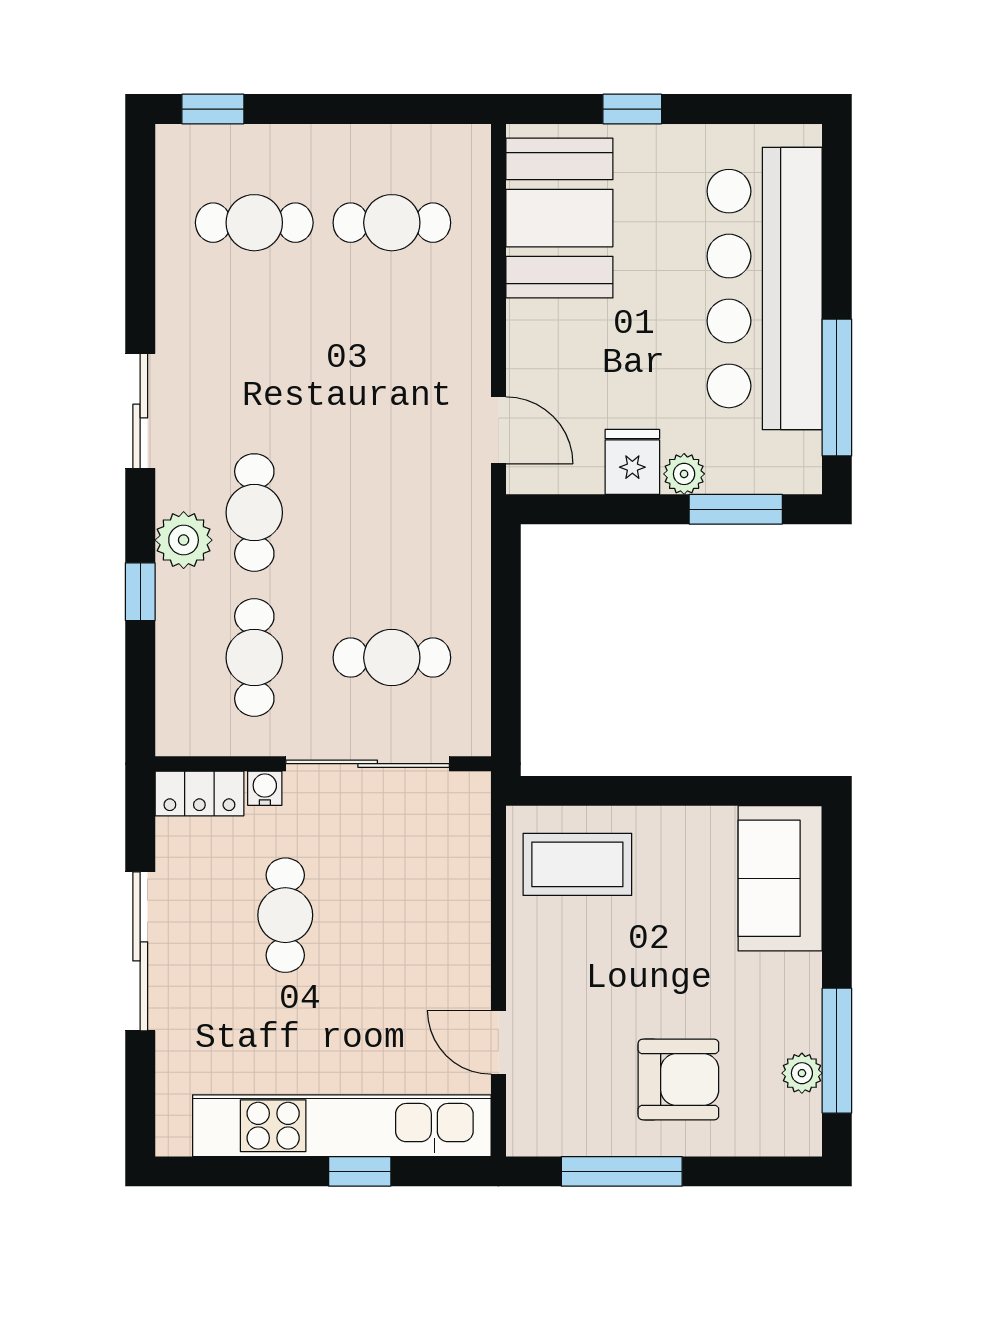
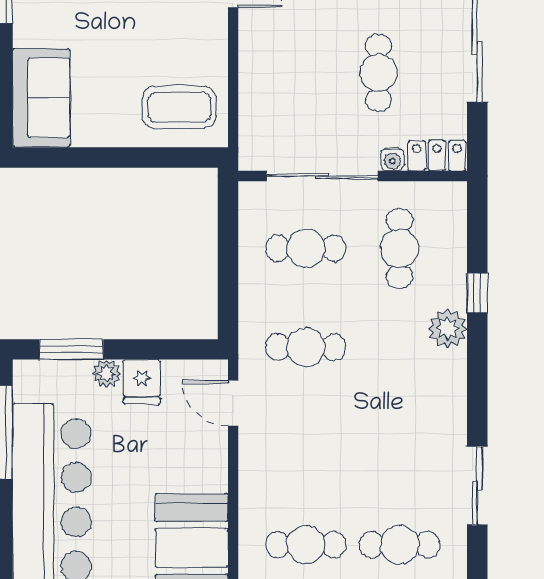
sliding door: (140, 411) -> (477, 486), moved
cafe table: (254, 513) -> (306, 347), moved, turned 90

